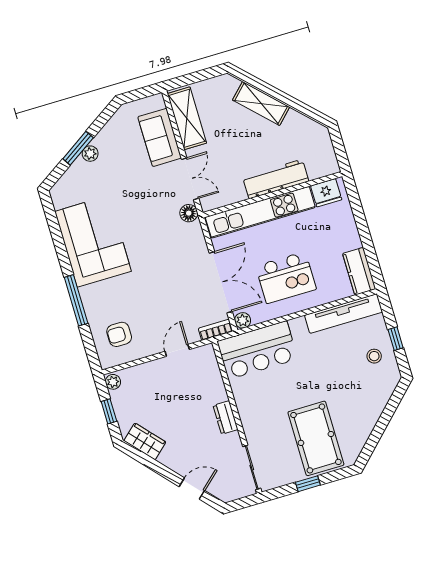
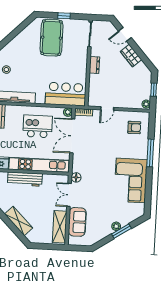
wardrobe: (145, 441) -> (131, 56), moved

